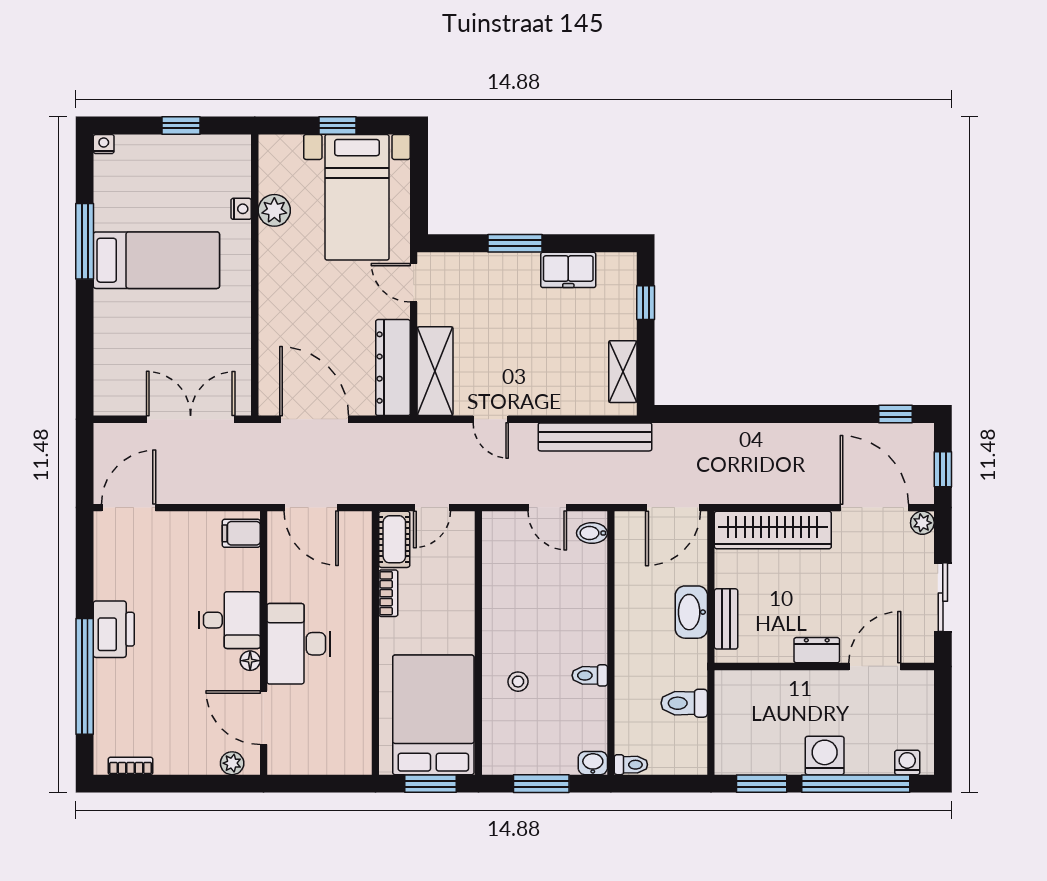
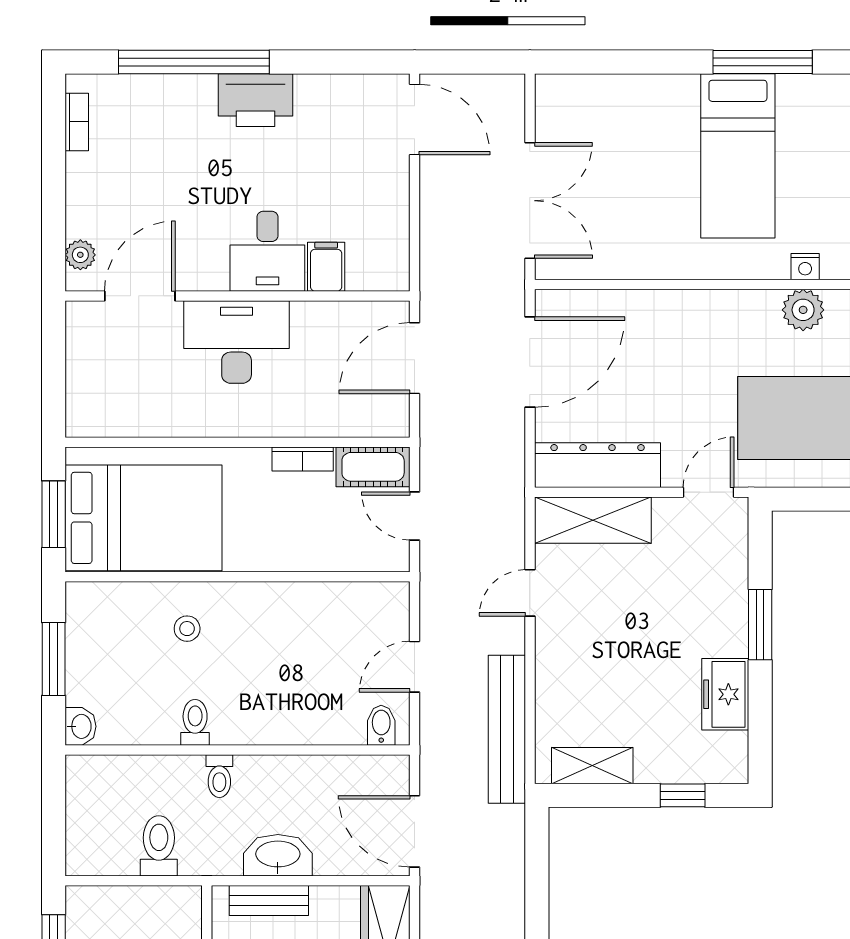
filing cabinet: (241, 533) -> (326, 267), moved
floor lamp: (250, 661) -> (214, 278), removed
toilet: (631, 765) -> (219, 776), moved

